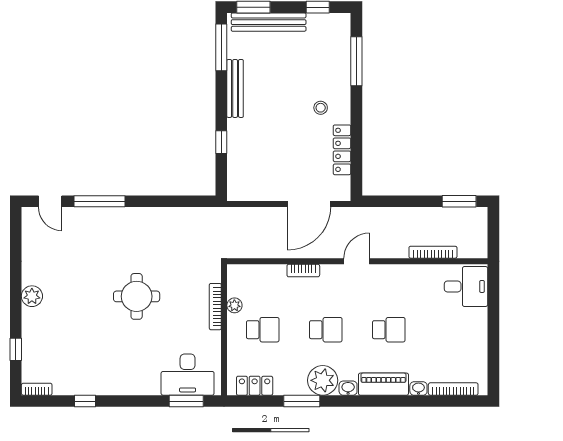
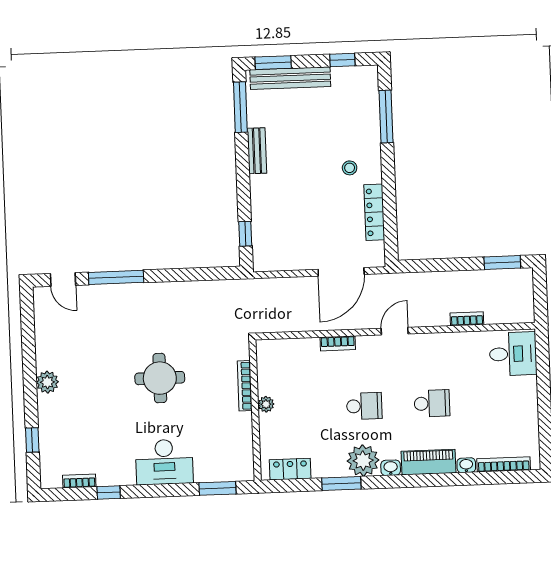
bench: (235, 88) -> (257, 151), width x0.73
window: (221, 142) -> (245, 234), moved
bookcase: (433, 252) -> (467, 319), width x0.64
plant: (234, 305) -> (266, 404), moved
school desk: (263, 330) -> (297, 409), removed
desk: (188, 375) -> (164, 462), moved
bookcase: (37, 389) -> (79, 481), moved

